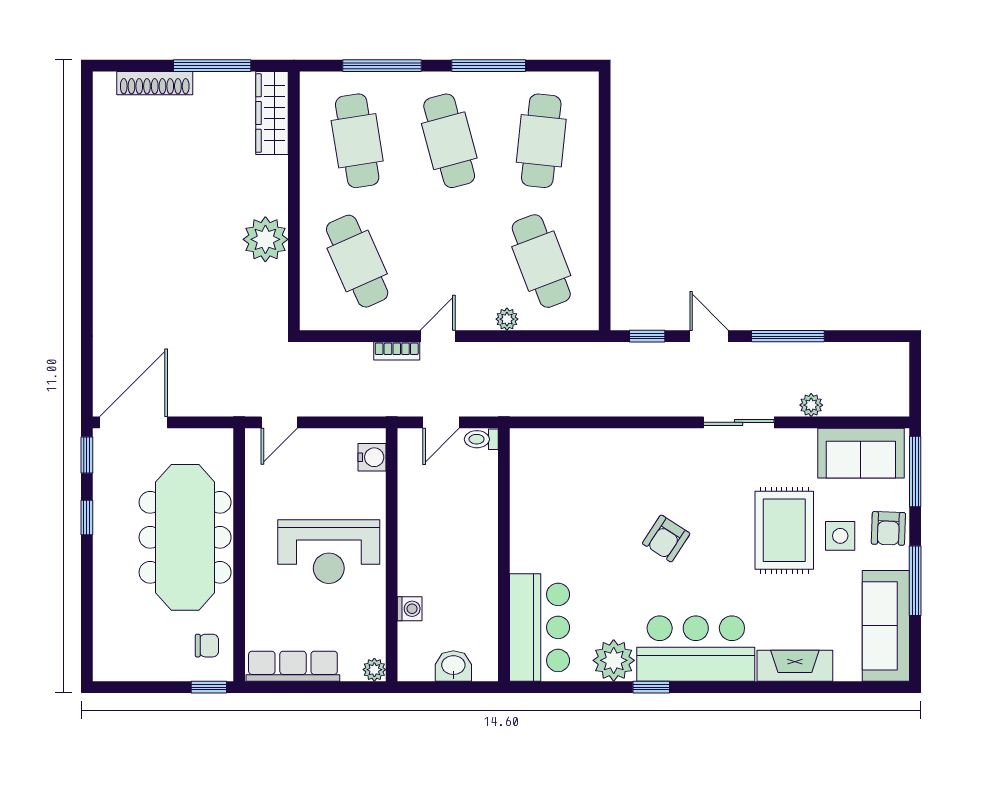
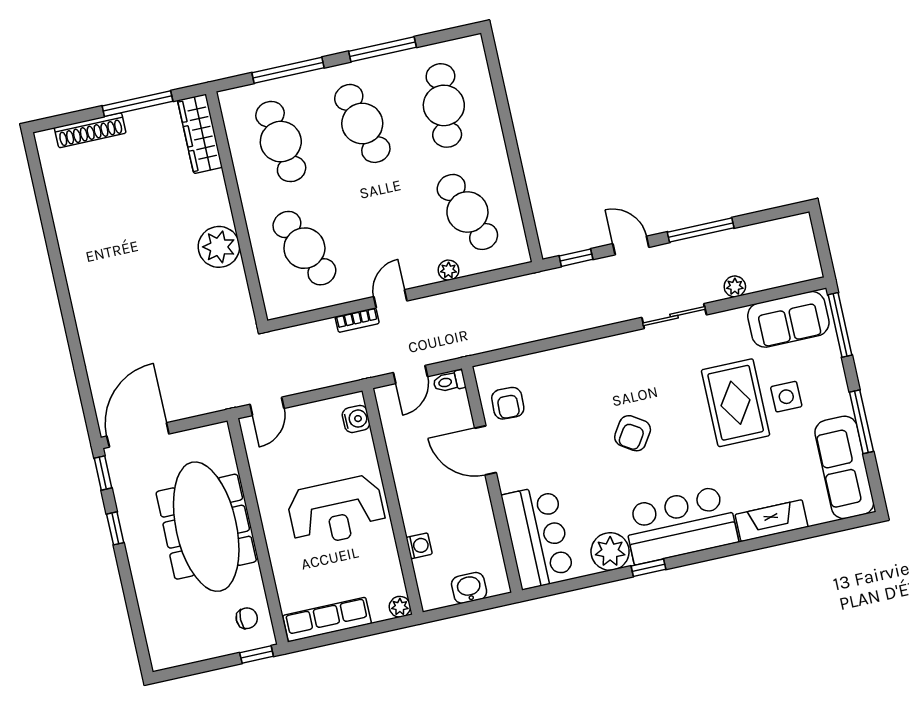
door: (504, 522) -> (486, 450), added
armchair: (888, 528) -> (508, 403), moved

